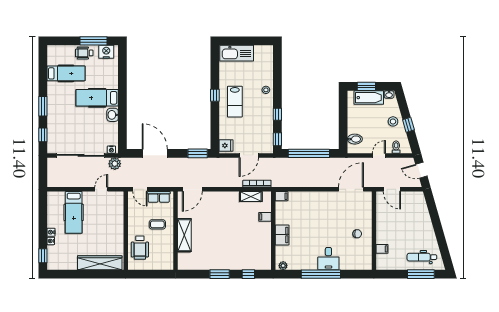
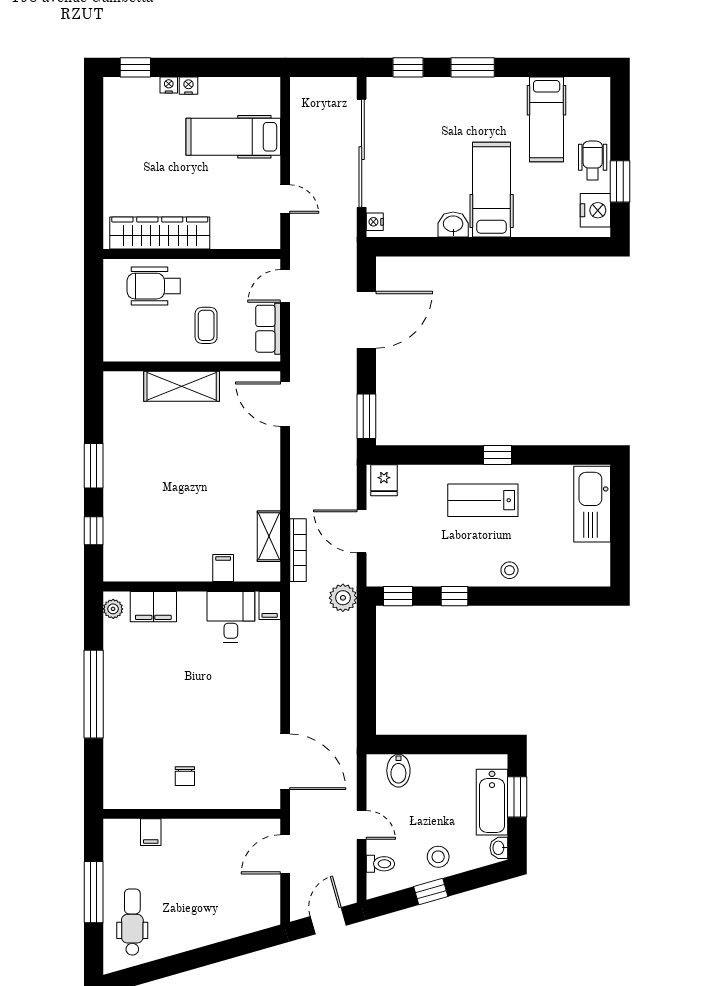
window: (93, 41) -> (620, 181), width x0.69
window: (309, 153) -> (366, 667), removed
plant: (115, 164) -> (343, 598), moved
filing cabinet: (282, 235) -> (153, 607), moved
desk: (328, 259) -> (231, 617), moved, turned 90
wardrobe: (100, 263) -> (160, 233), moved, turned -90
window: (421, 274) -> (94, 892), moved

